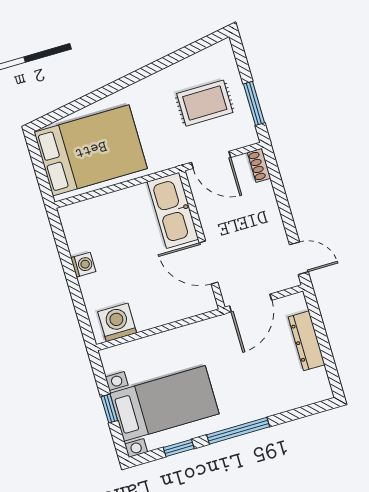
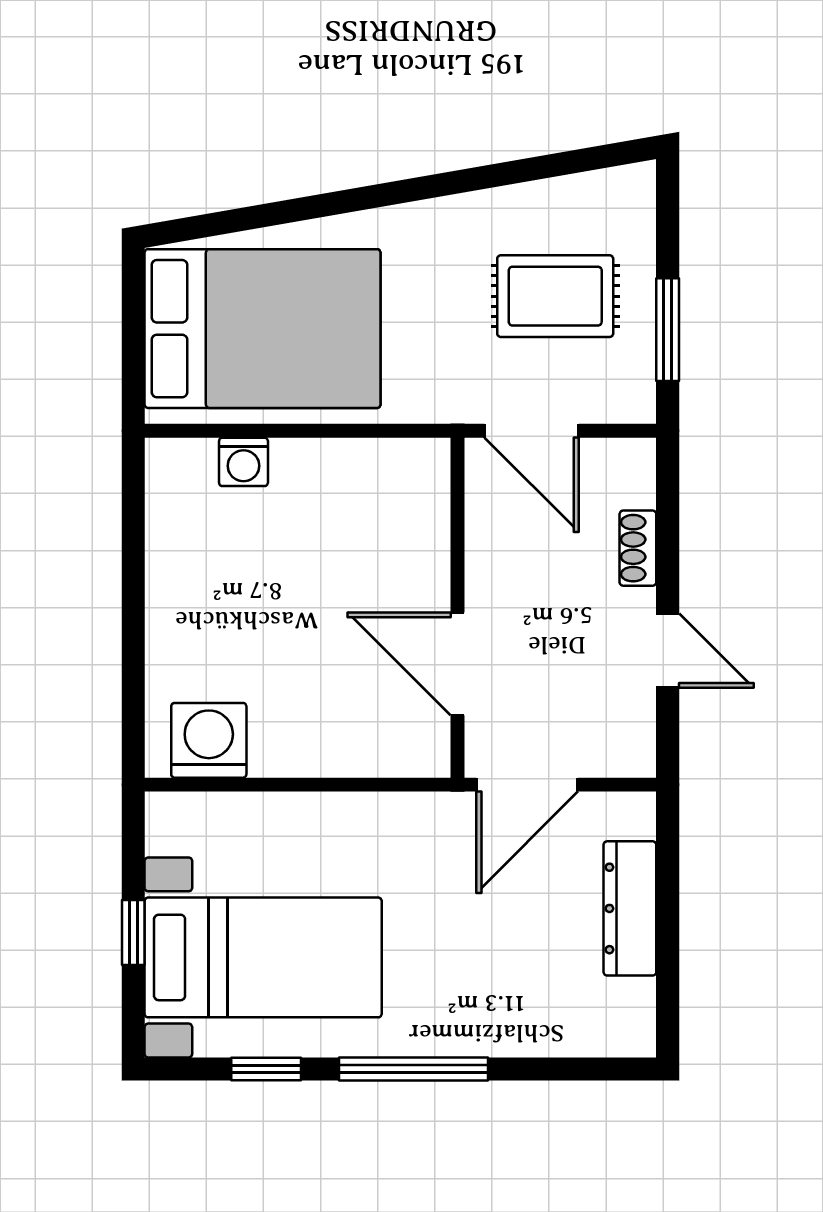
shoe rack: (259, 165) -> (638, 548), moved
kitchen sink: (173, 210) -> (411, 521), removed
door: (299, 258) -> (668, 651), moved
washing machine: (83, 265) -> (243, 462), moved, turned 90

